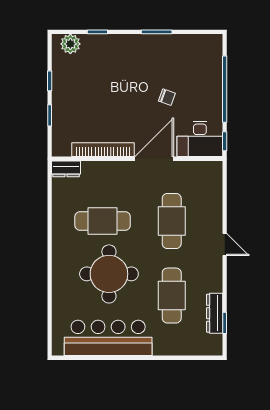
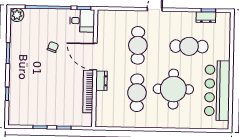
plant: (70, 44) -> (17, 15), moved
desk: (200, 139) -> (82, 21), width x0.73
dresser: (66, 169) -> (101, 81), moved
cafe table: (172, 221) -> (138, 45), turned 90
dresser: (215, 313) -> (206, 17), width x0.70

